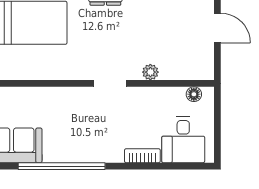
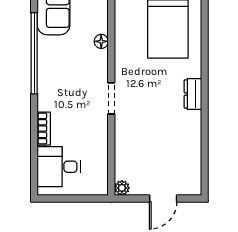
plant: (150, 72) -> (122, 188), moved
floor lamp: (194, 94) -> (101, 41), moved

